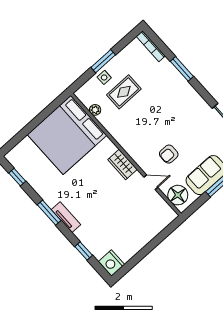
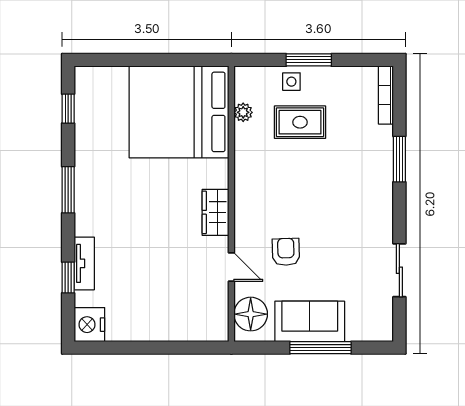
armchair: (169, 154) -> (286, 252), turned 88
tv unit: (66, 217) -> (84, 263), moved

